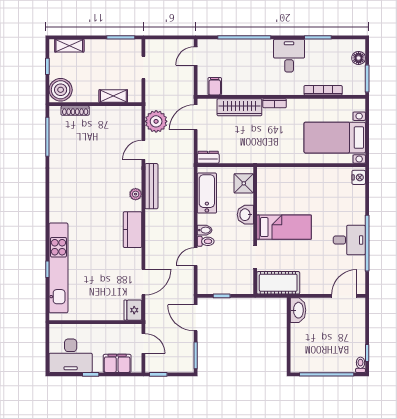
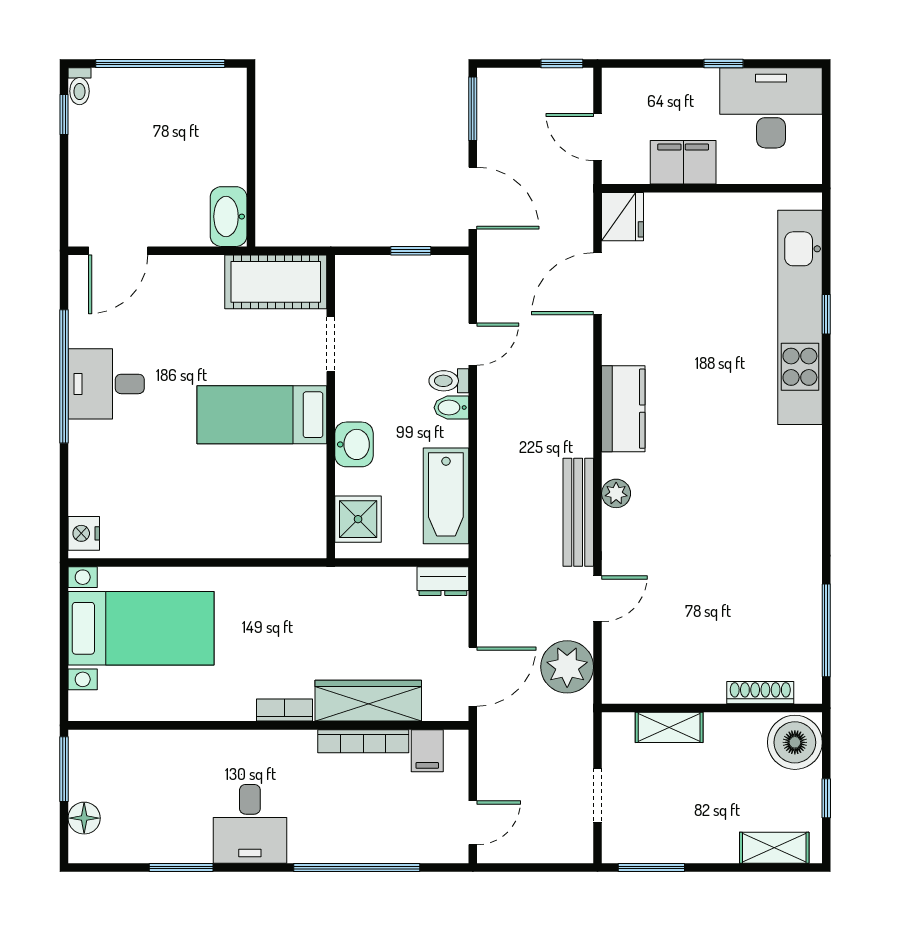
bookcase: (323, 90) -> (363, 741), moved
filing cabinet: (117, 363) -> (683, 162), moved, turned 180

